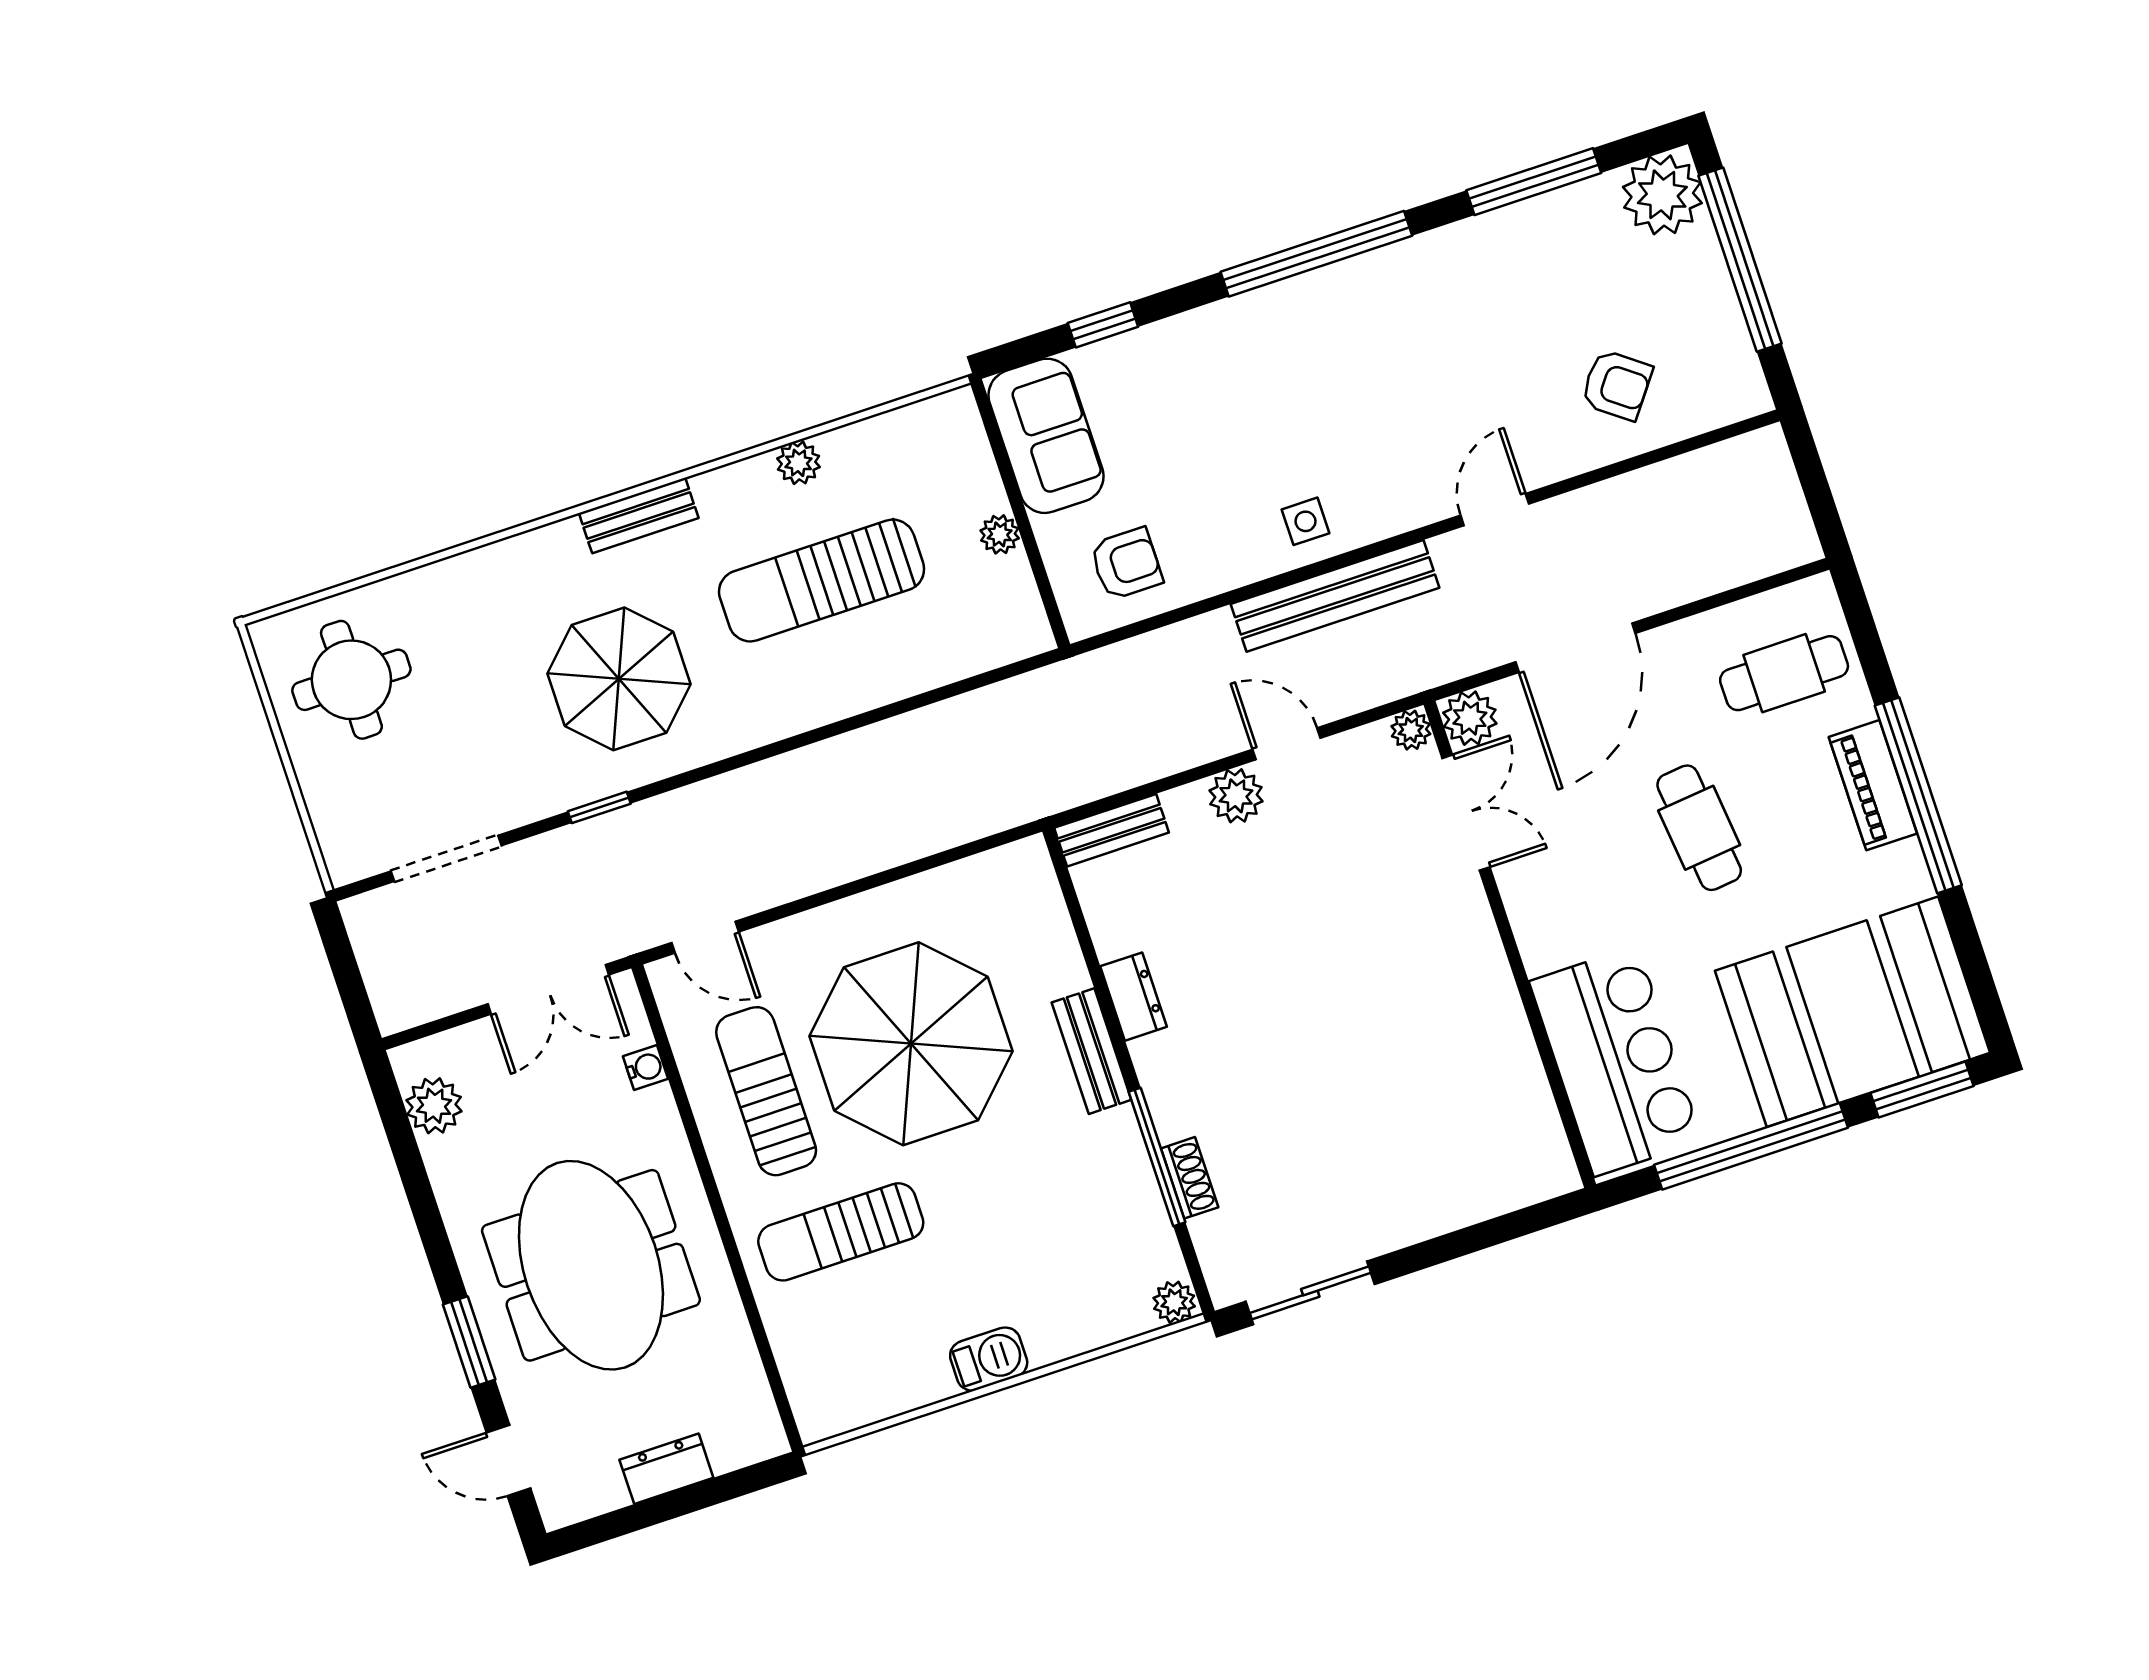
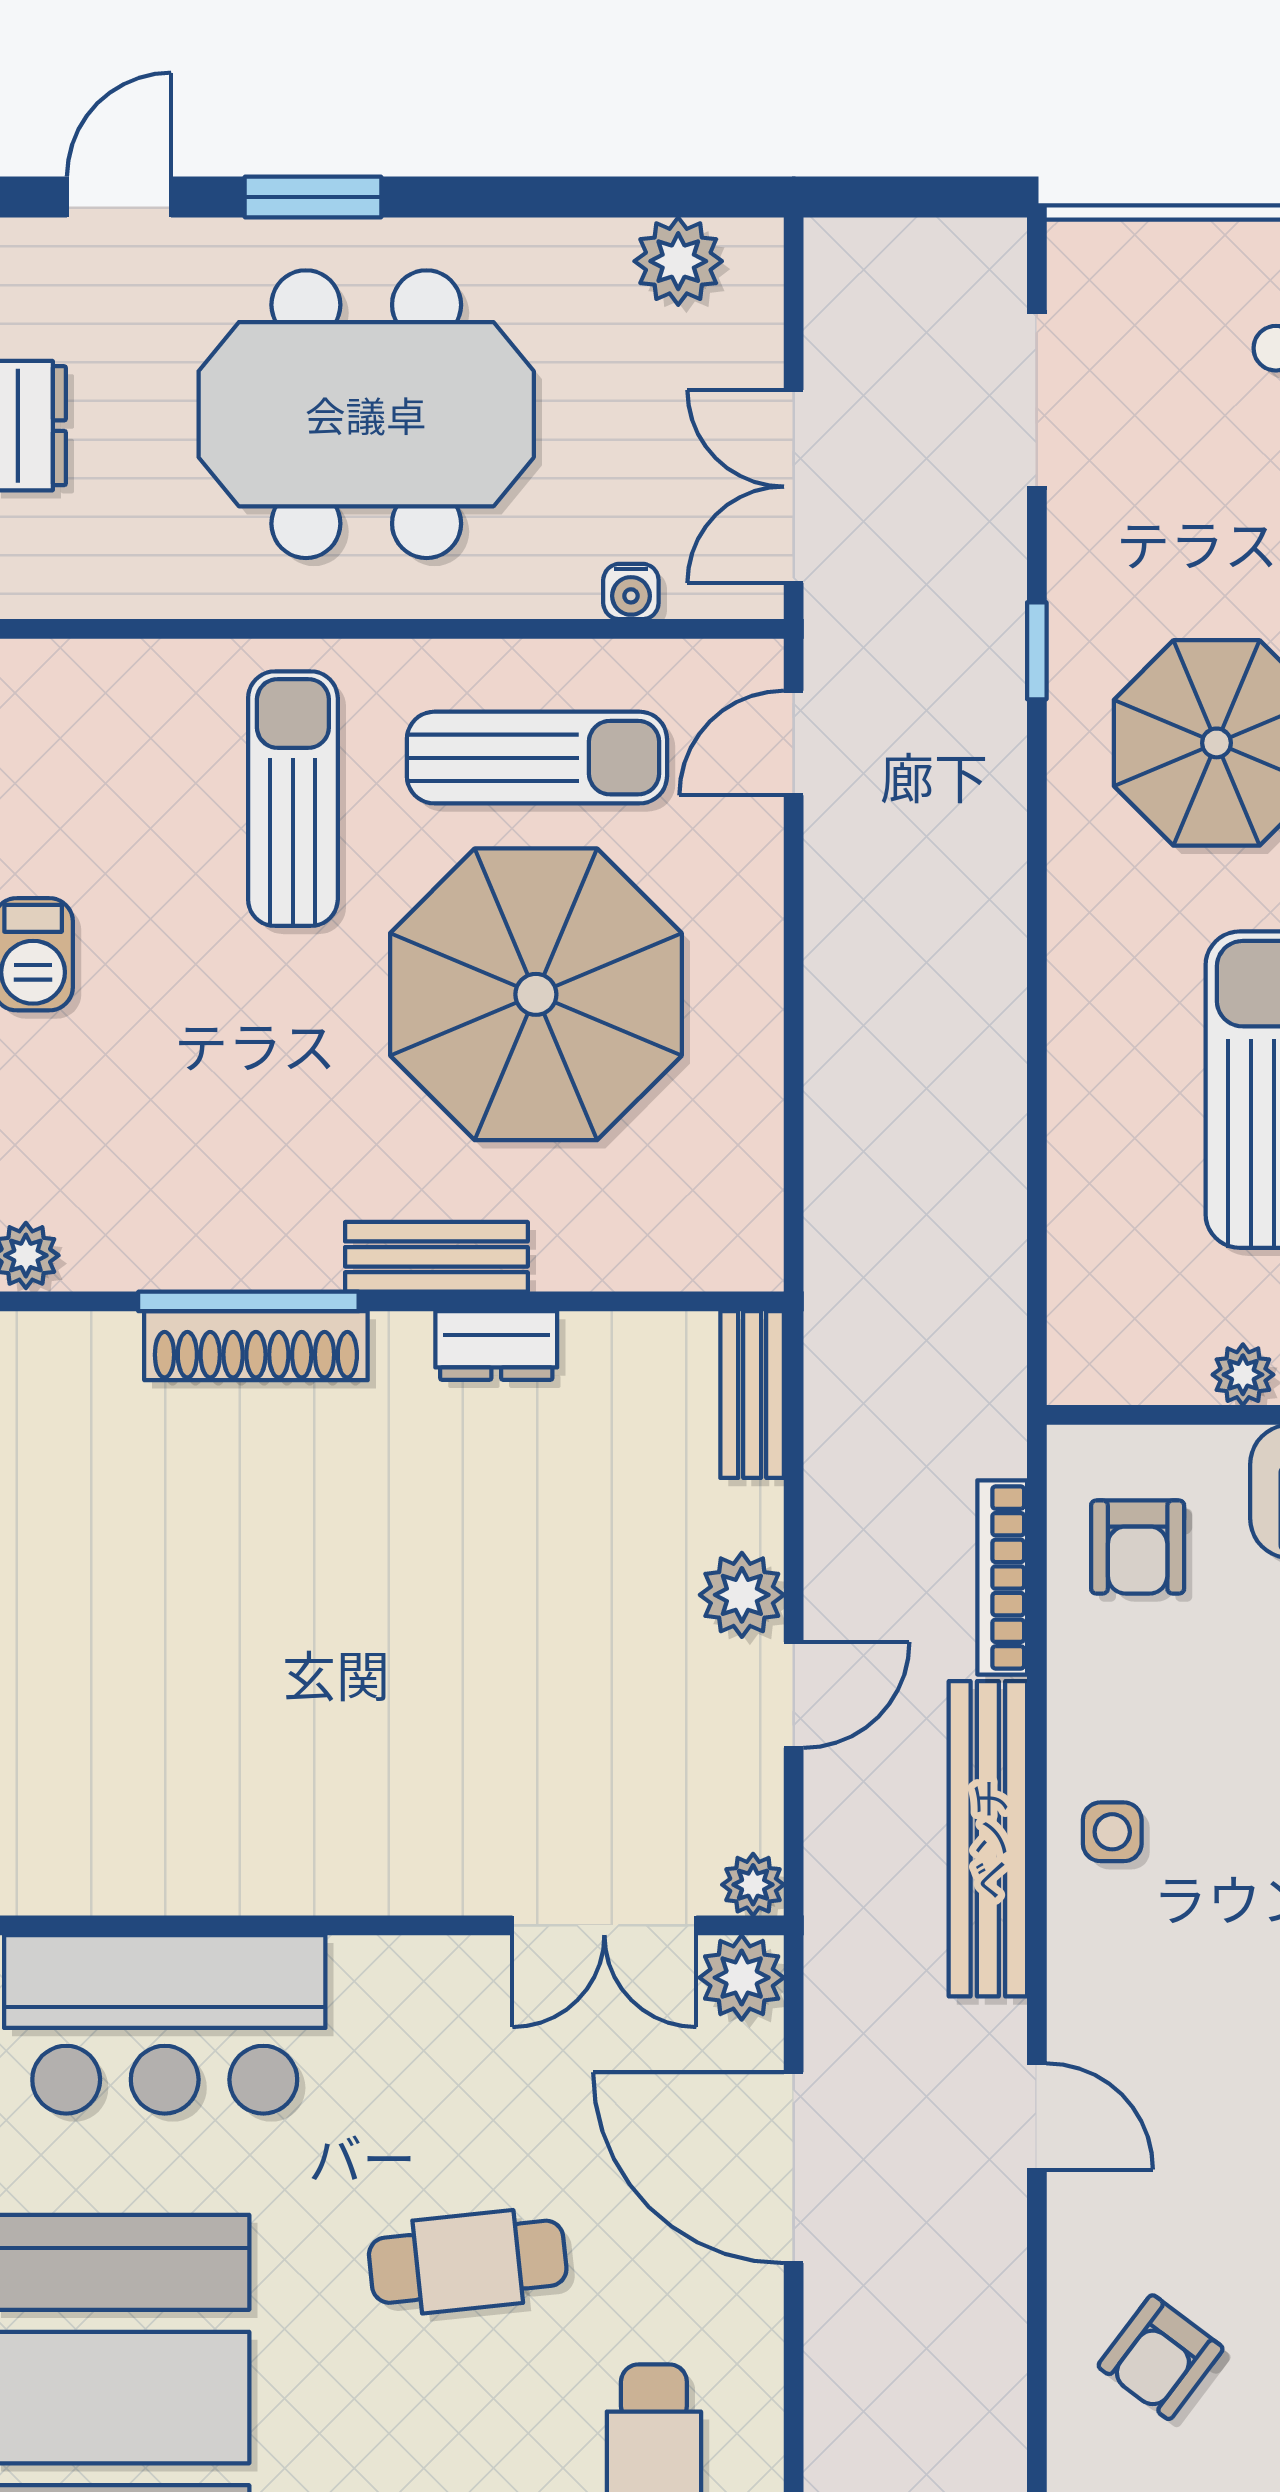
bookcase: (1172, 640) -> (1002, 1577), added
shoe rack: (1190, 1178) -> (256, 1346), width x1.94, depth x1.24

